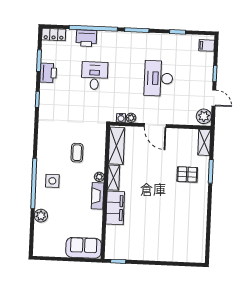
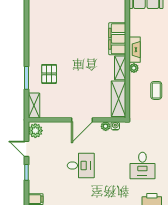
desk: (158, 78) -> (81, 165), width x0.73
door: (155, 125) -> (82, 120), swing flipped
pallet: (187, 174) -> (49, 74), turned 90

